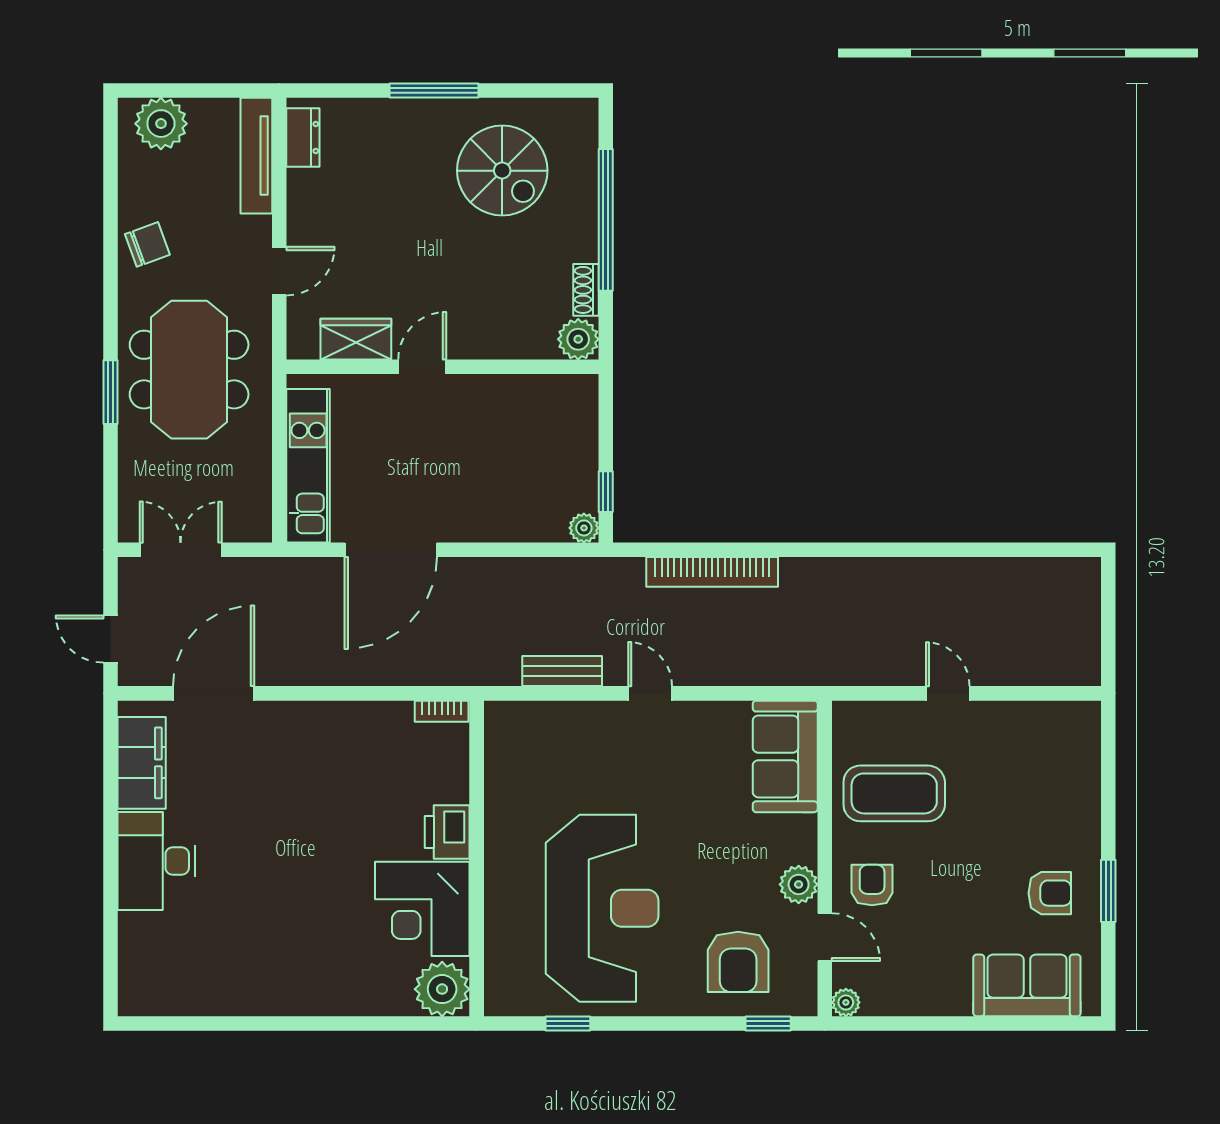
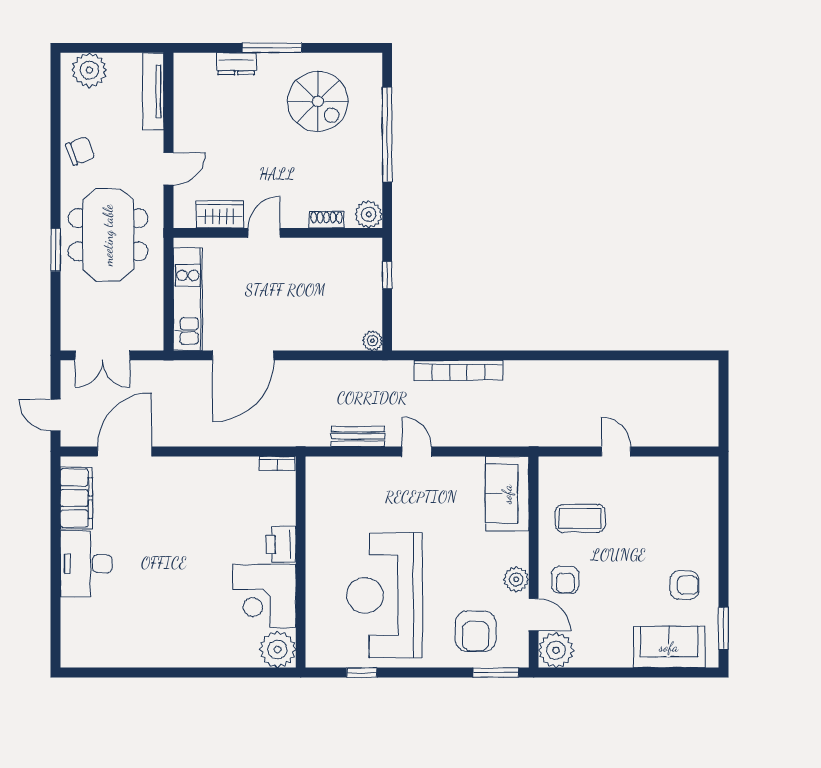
dresser: (303, 137) -> (236, 64), moved, turned 90
shoe rack: (586, 290) -> (326, 220), moved, turned 90
window: (606, 492) -> (387, 275), moved
double door: (181, 550) -> (102, 355), swing flipped
coffee table: (894, 793) -> (580, 518), width x0.73, depth x0.76
armchair: (872, 885) -> (565, 580), turned 180
window: (1108, 891) -> (723, 628), moved
reception desk: (602, 908) -> (385, 595), turned 180
plant: (846, 1002) -> (556, 650), width x1.88, depth x1.88
window: (768, 1024) -> (496, 673), width x1.50

